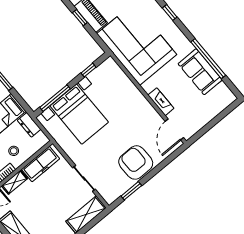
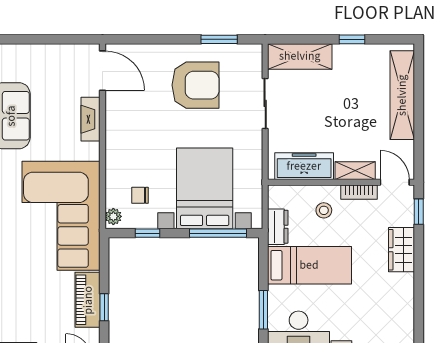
plant: (111, 64) -> (113, 216), added
chair: (107, 85) -> (140, 195), added
door: (174, 130) -> (102, 71), hinge flipped
armchair: (136, 162) -> (196, 85), moved, turned -90

